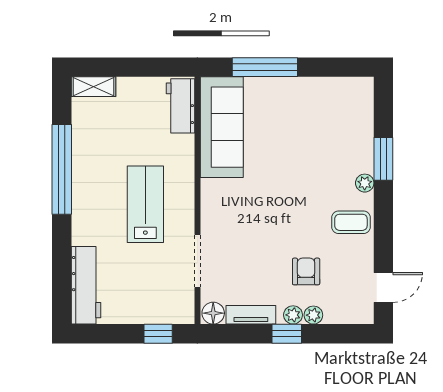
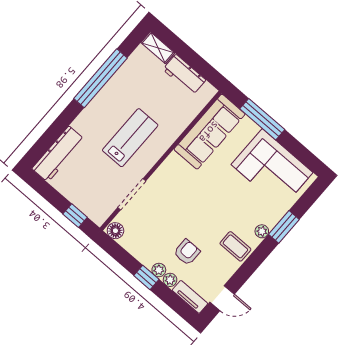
workbench: (180, 106) -> (184, 75), moved, turned -90
corner sofa: (319, 109) -> (272, 169), added
tv unit: (251, 315) -> (190, 297), moved

